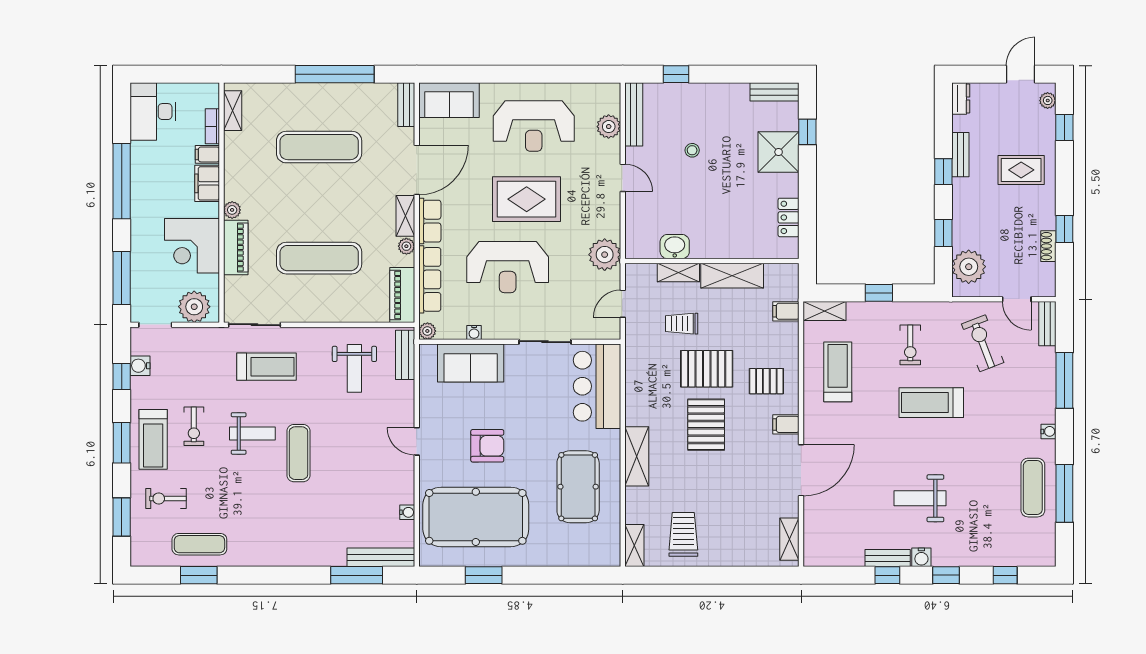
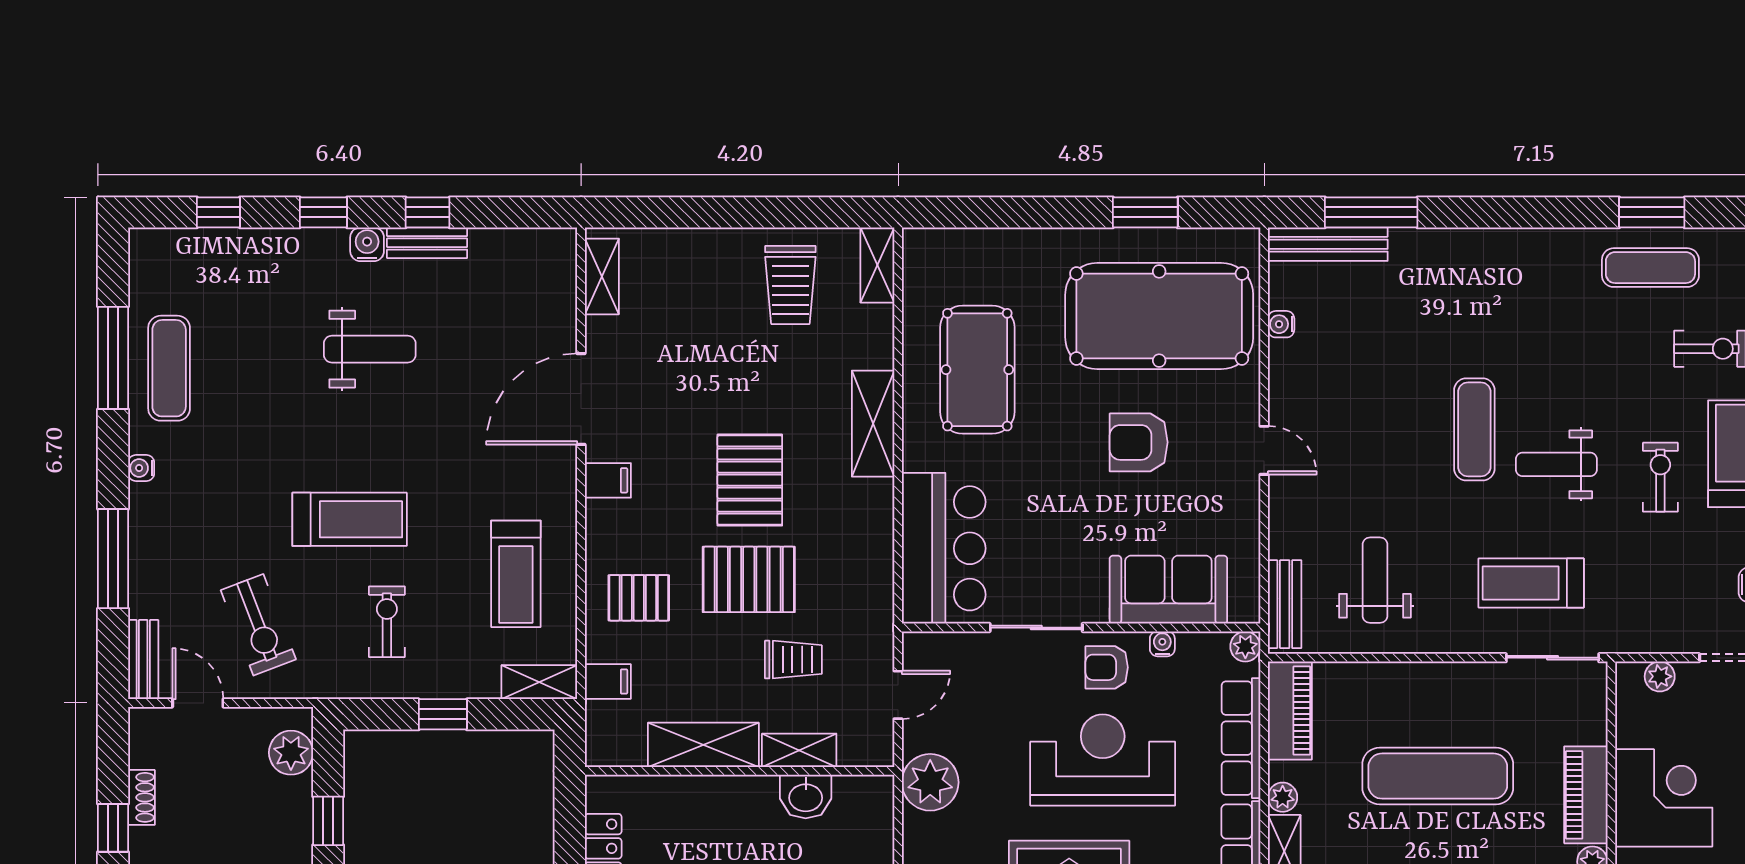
plant: (969, 267) -> (291, 753), width x0.73, depth x0.73
plant: (194, 307) -> (1660, 676), width x0.53, depth x0.53
armchair: (505, 319) -> (1107, 667), added
pallet: (766, 381) -> (639, 598), moved

